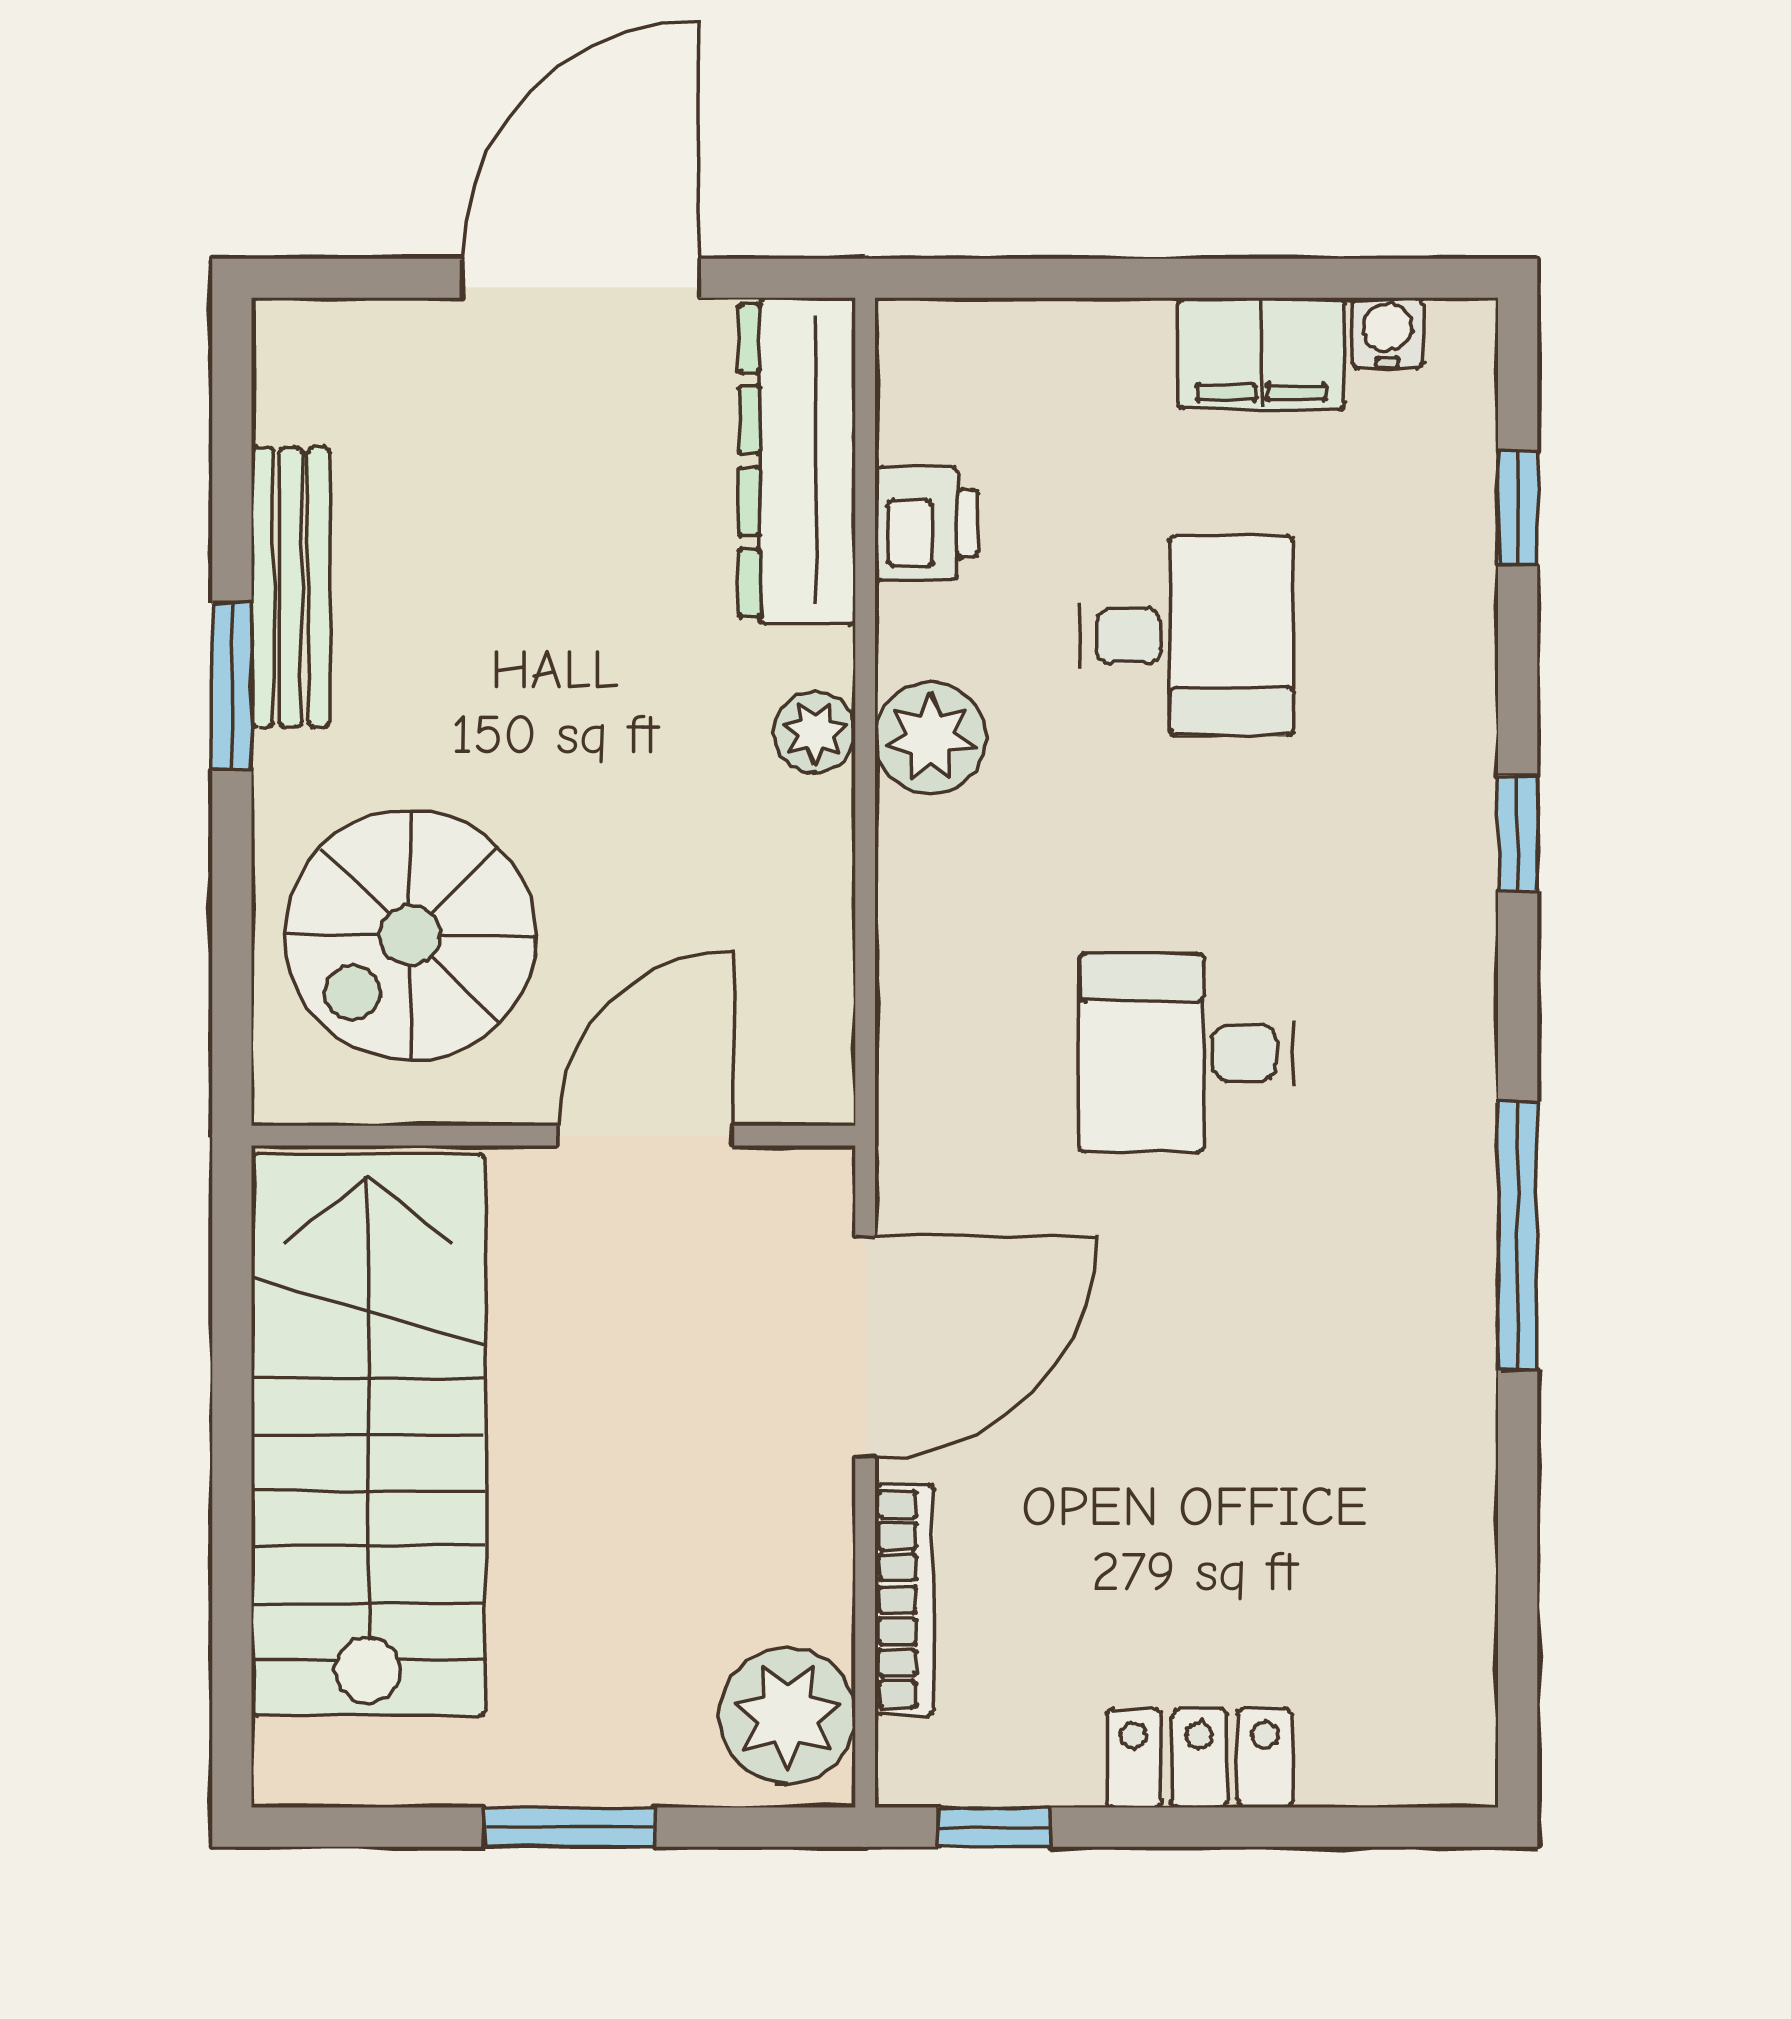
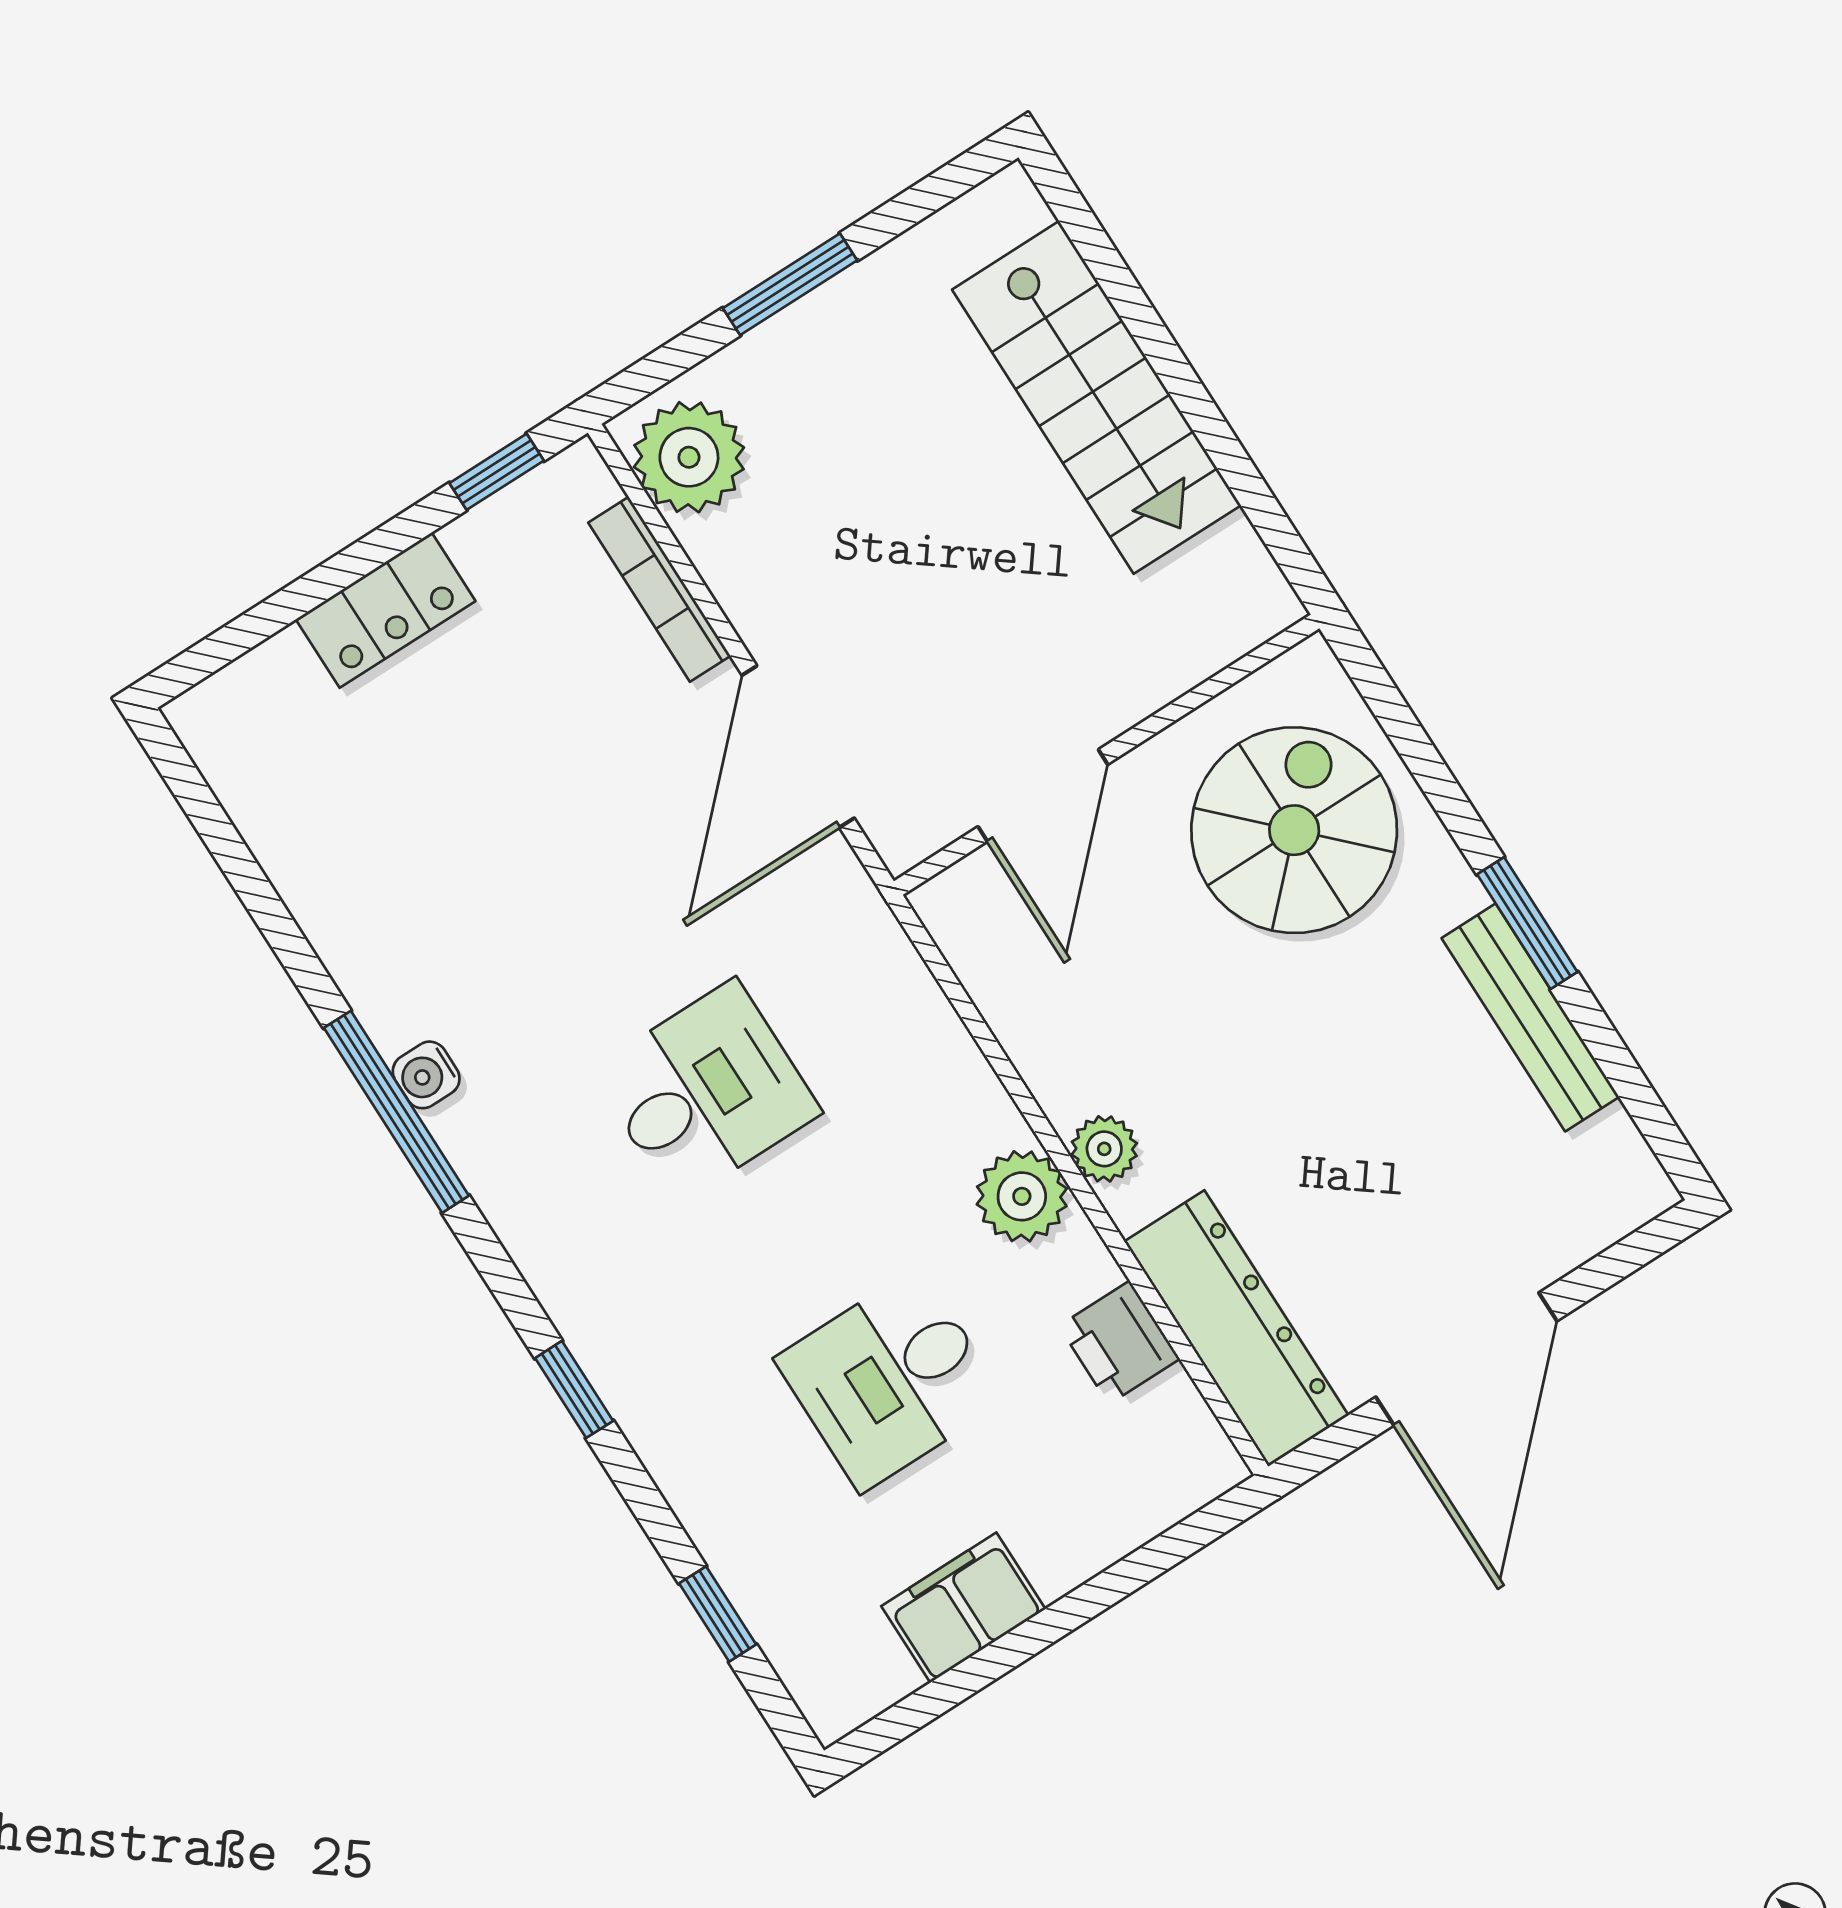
water cooler: (1388, 333) -> (426, 1075), moved, turned 90
stairs: (368, 1435) -> (1096, 397), width x0.73, depth x0.66

